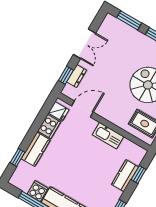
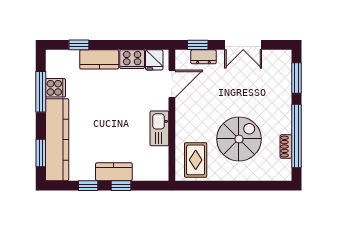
door: (82, 109) -> (172, 84), hinge flipped
window: (139, 174) -> (121, 186), moved
kitchen counter: (125, 176) -> (114, 172), moved

